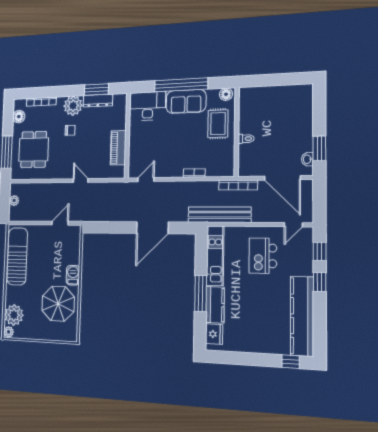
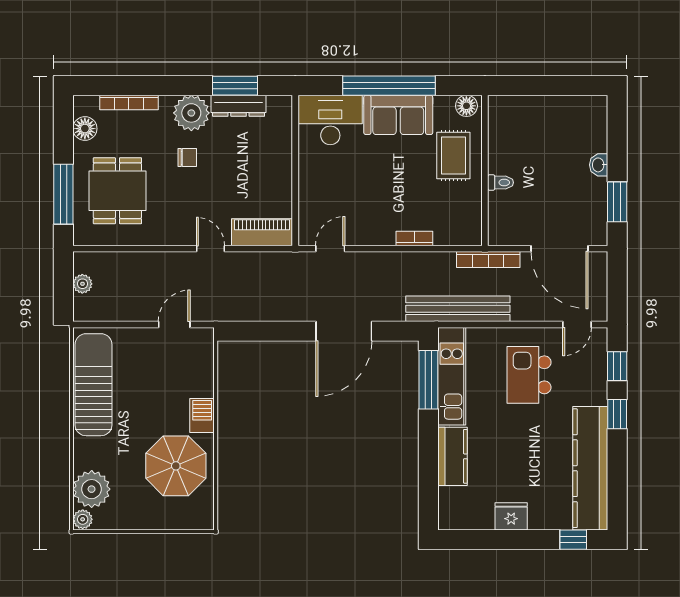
piano: (118, 148) -> (262, 232), moved, turned 90
washbasin: (307, 159) -> (599, 165), moved
window: (201, 294) -> (428, 380), moved
fridge: (214, 334) -> (511, 516), moved, turned -90

